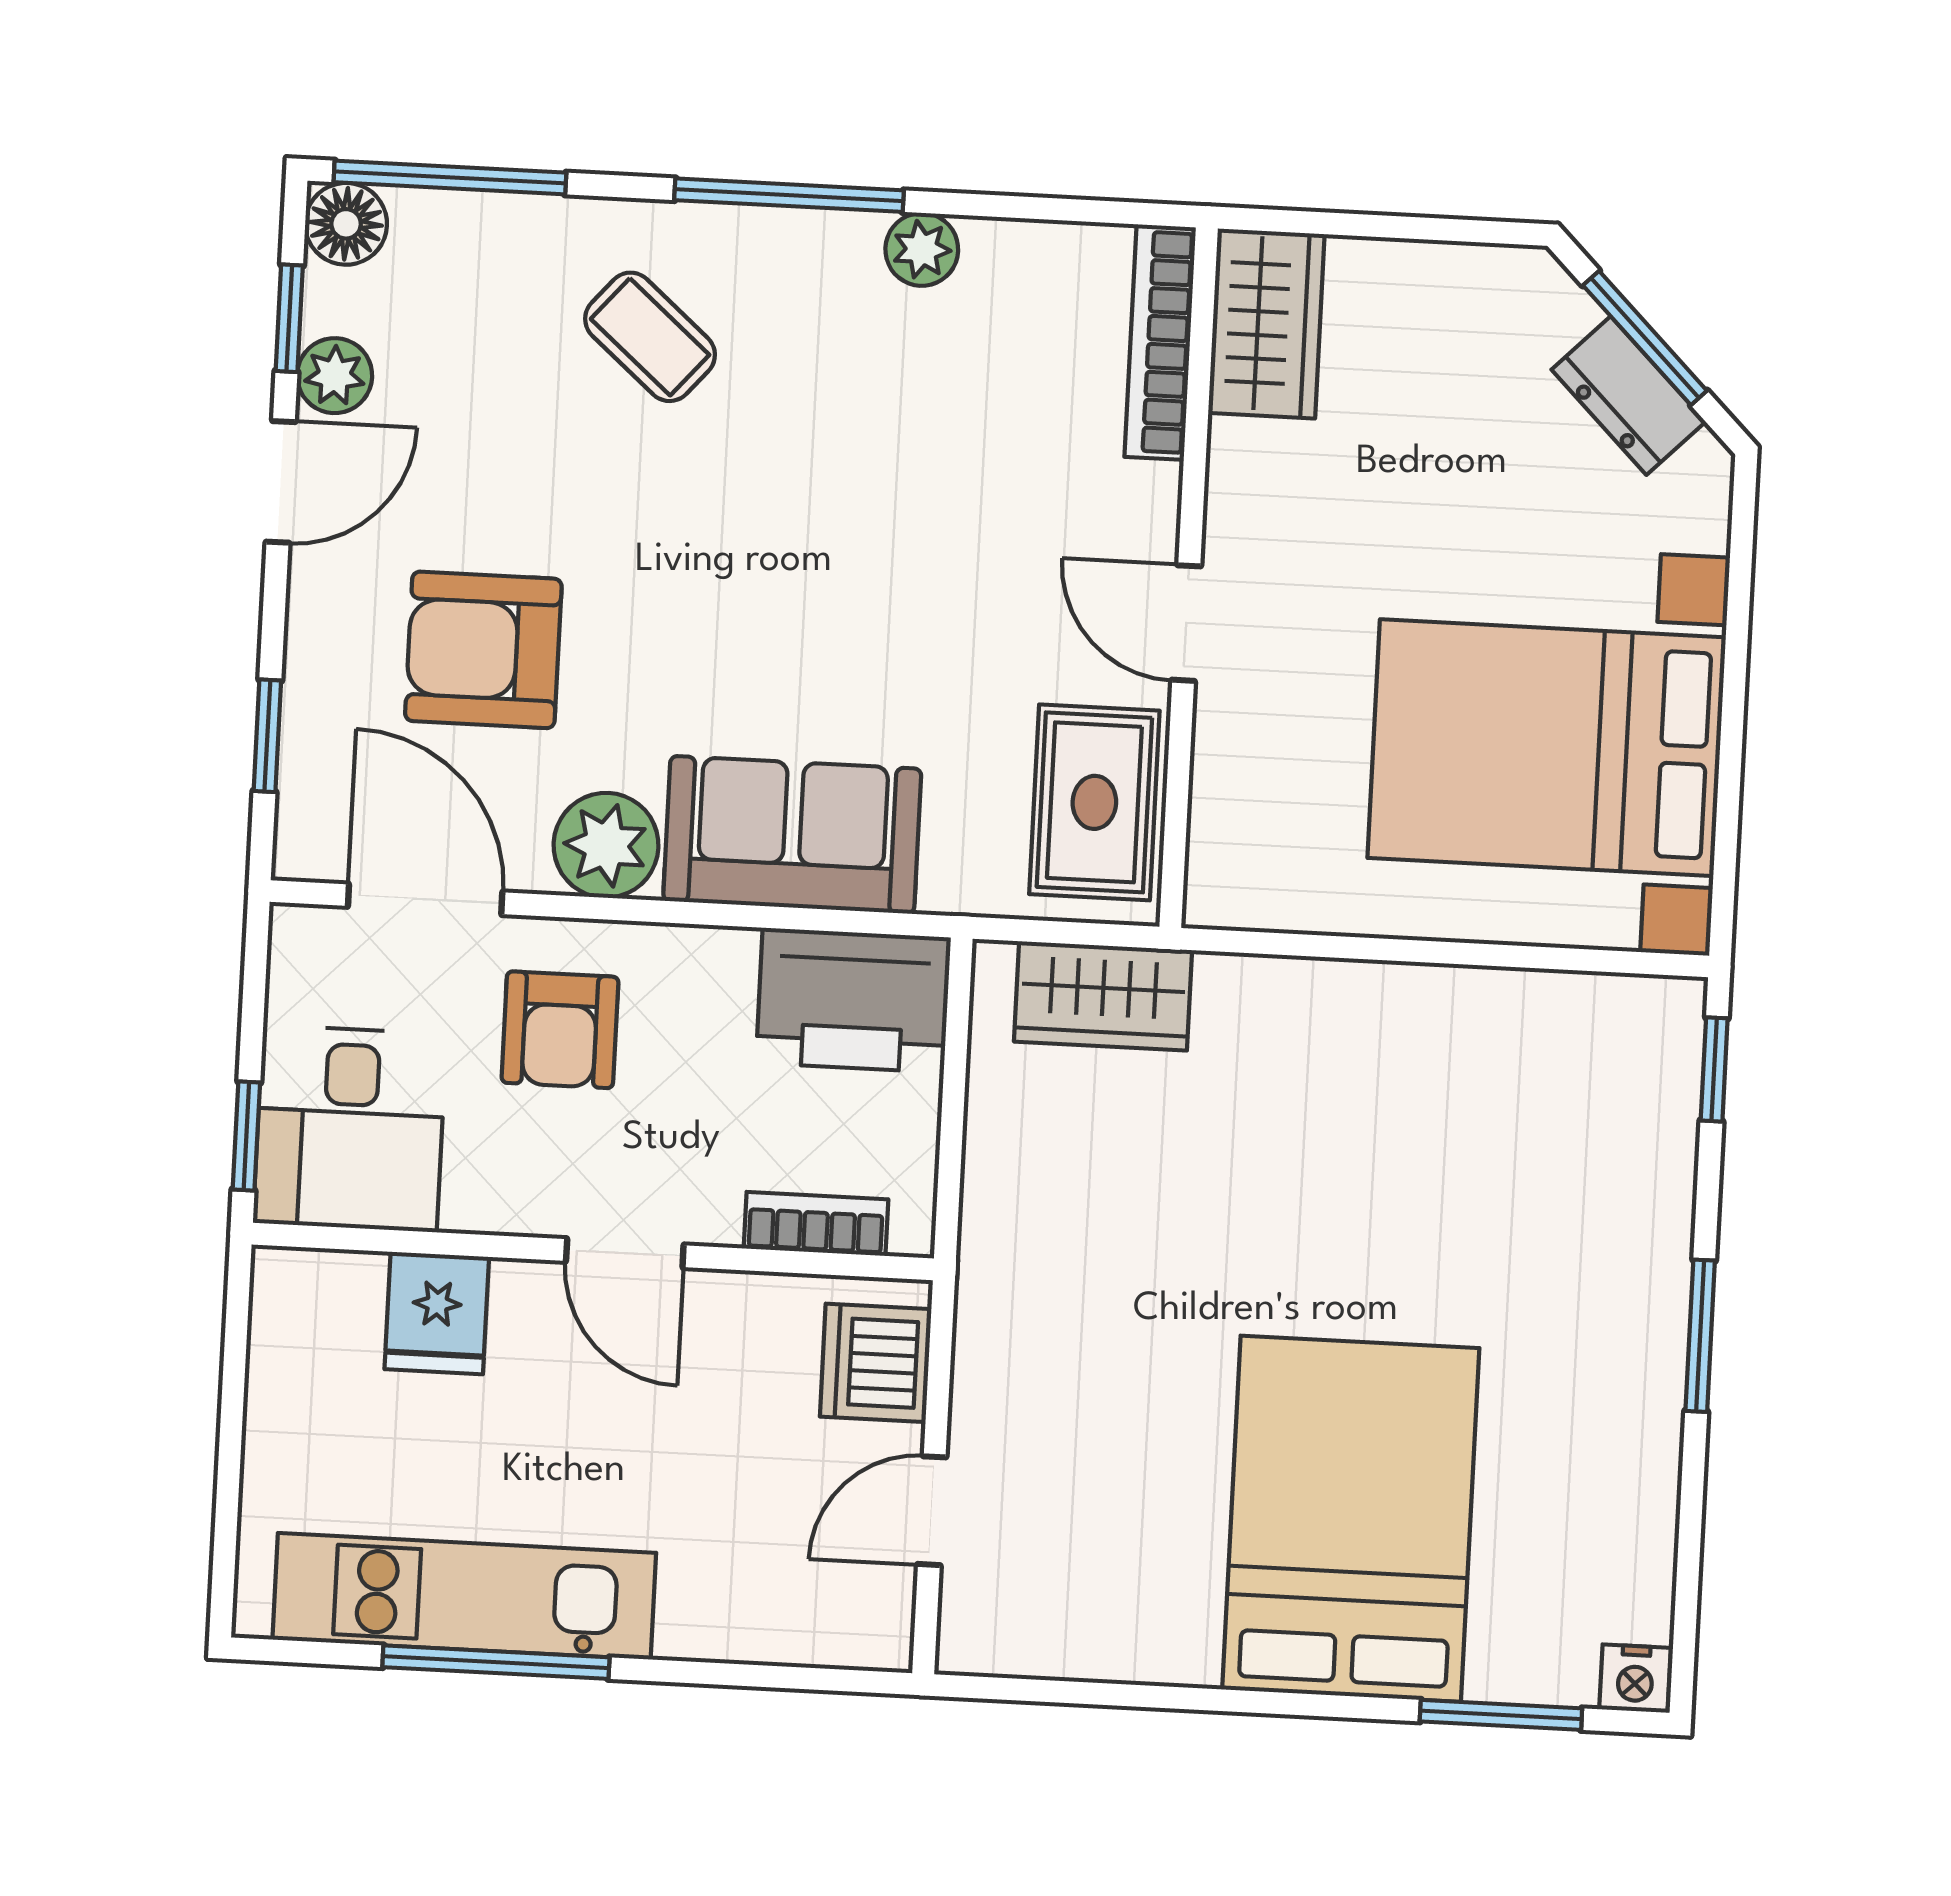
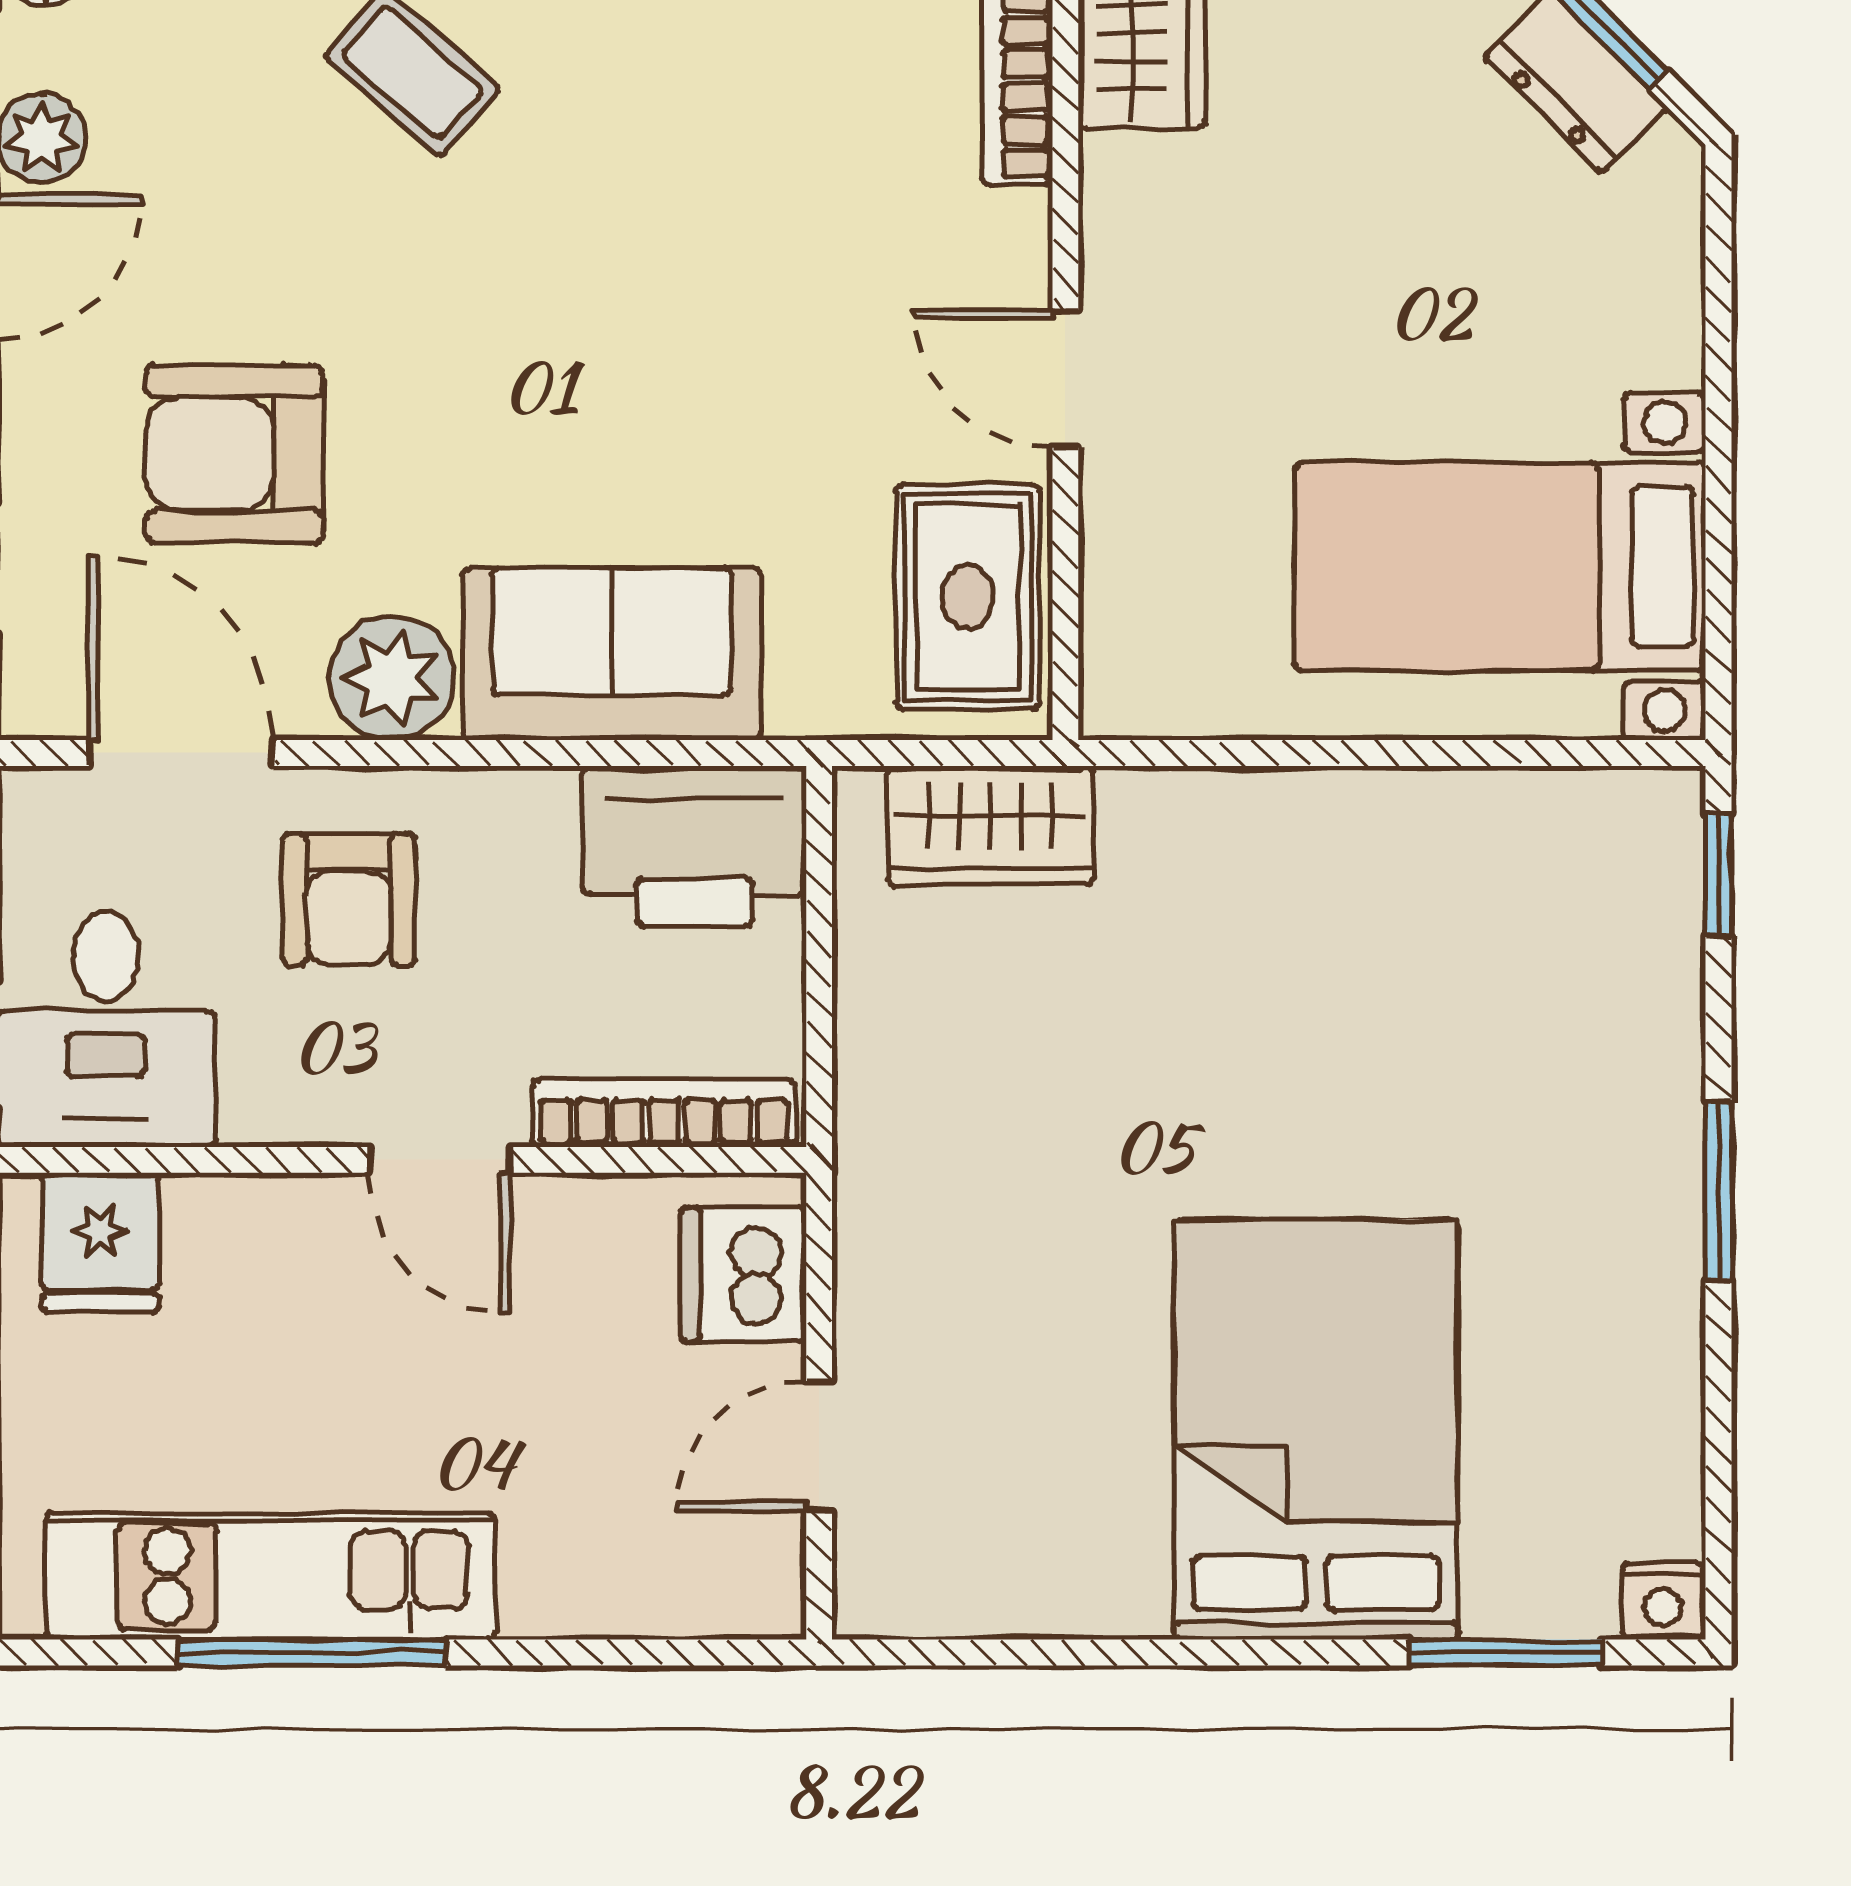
bed with nightstands: (1547, 748) -> (1500, 566), width x0.73
bookcase: (816, 1224) -> (664, 1113), width x1.56
fridge: (437, 1313) -> (100, 1243), moved

